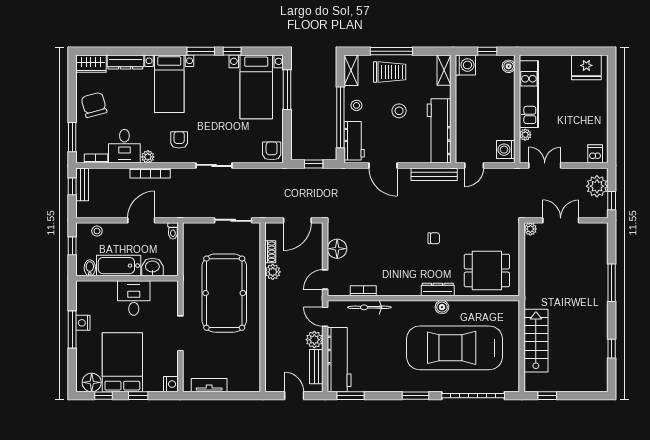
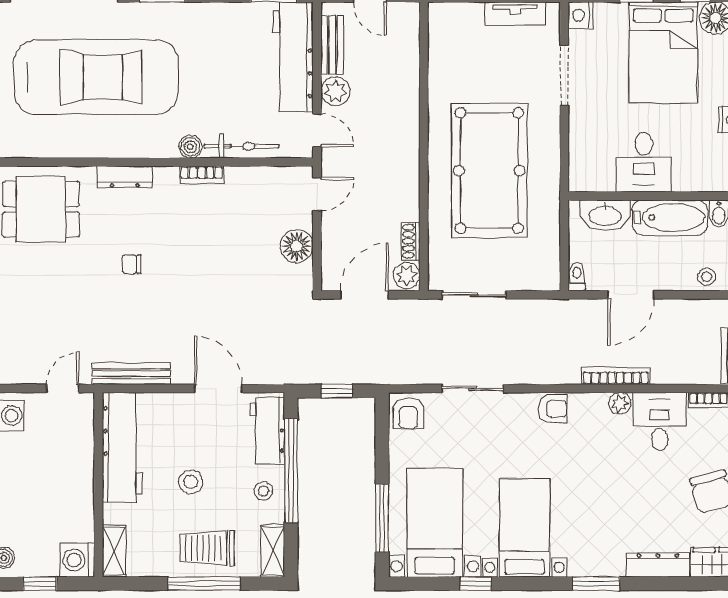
window: (201, 51) -> (596, 584), moved
bed with nightstands: (169, 84) -> (525, 528), moved
armchair: (179, 140) -> (553, 409), moved, turned -90
sliding door: (214, 165) -> (473, 388), moved
washbasin: (152, 267) -> (605, 215), width x1.38
plant: (273, 272) -> (406, 276), moved
bookcase: (363, 291) -> (202, 175), moved
boiler: (442, 307) -> (190, 147), moved
doorway: (180, 333) -> (564, 75), moved

